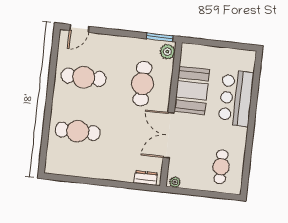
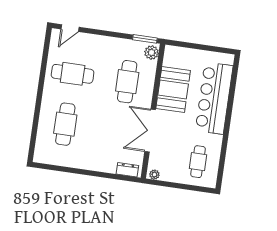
bar counter: (236, 98) -> (214, 98), width x1.36
cafe table: (78, 131) -> (65, 124), turned 90

